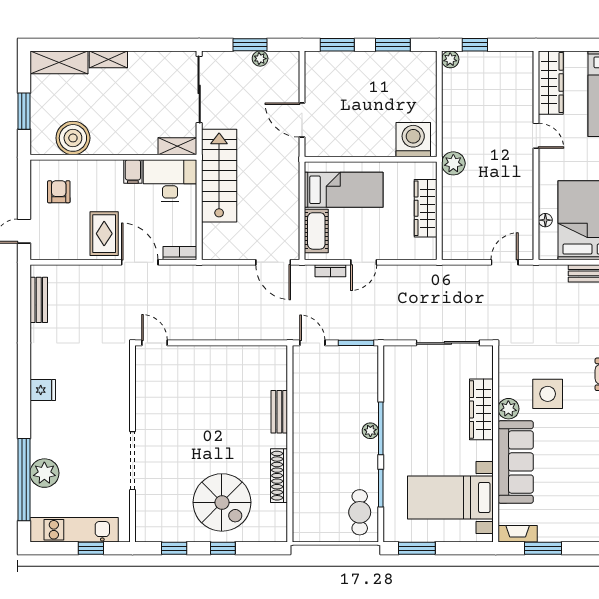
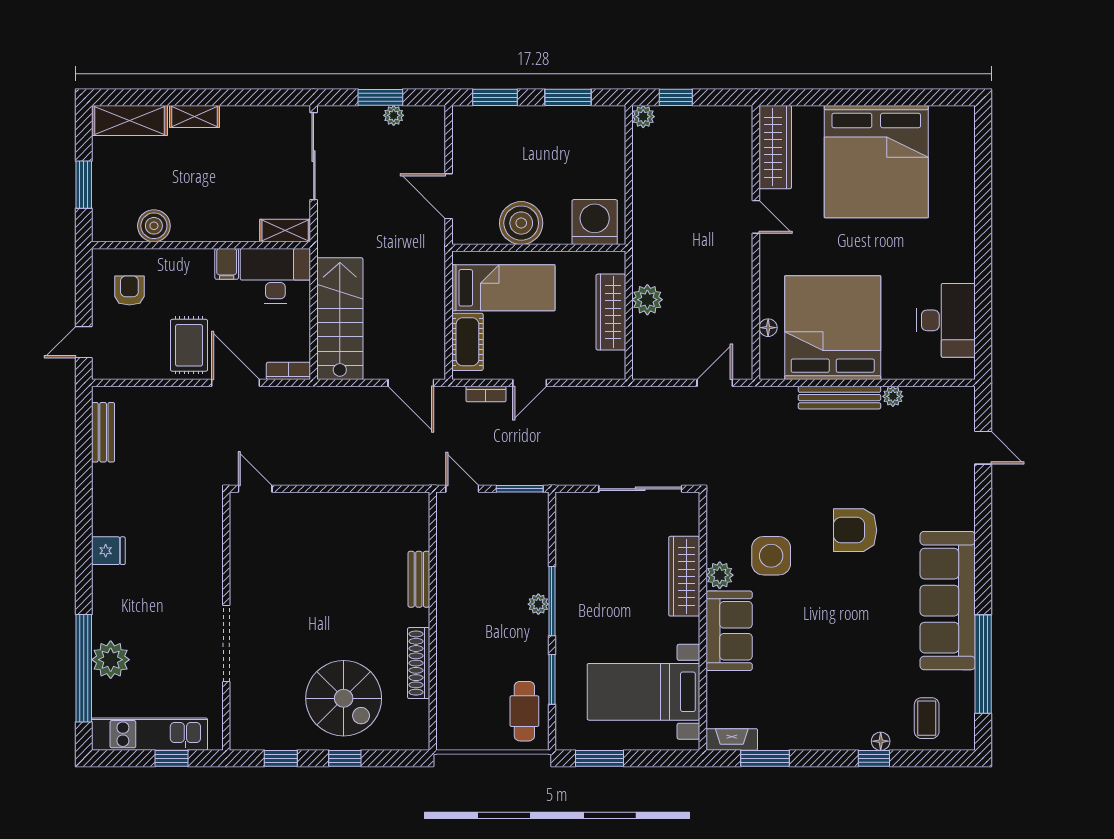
boiler: (73, 138) -> (154, 226), width x0.73, depth x0.73
boiler: (357, 140) -> (521, 223), added
plant: (453, 163) -> (647, 300), moved
stairs: (219, 176) -> (340, 319), moved
sofa: (516, 462) -> (729, 631), width x0.73

